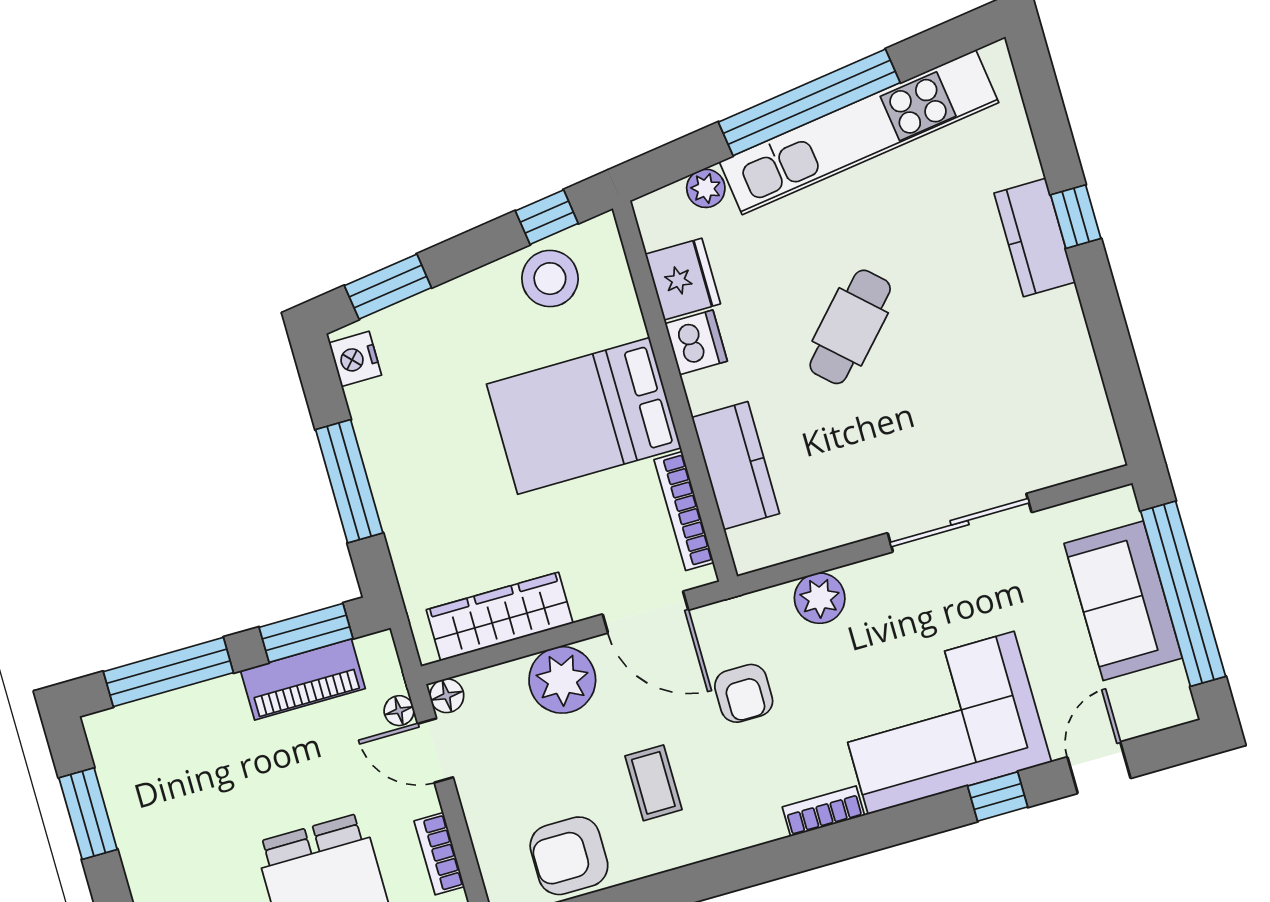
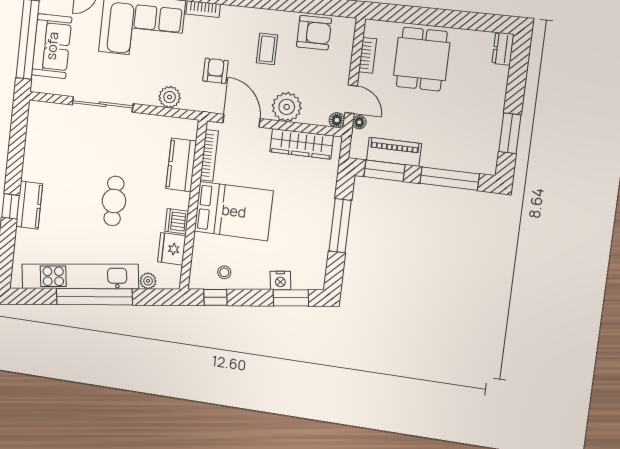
stool: (550, 279) -> (224, 272), width x0.53, depth x0.53
cafe table: (850, 327) -> (114, 201), turned -43
nightstand: (355, 359) -> (280, 280), moved, turned 82

